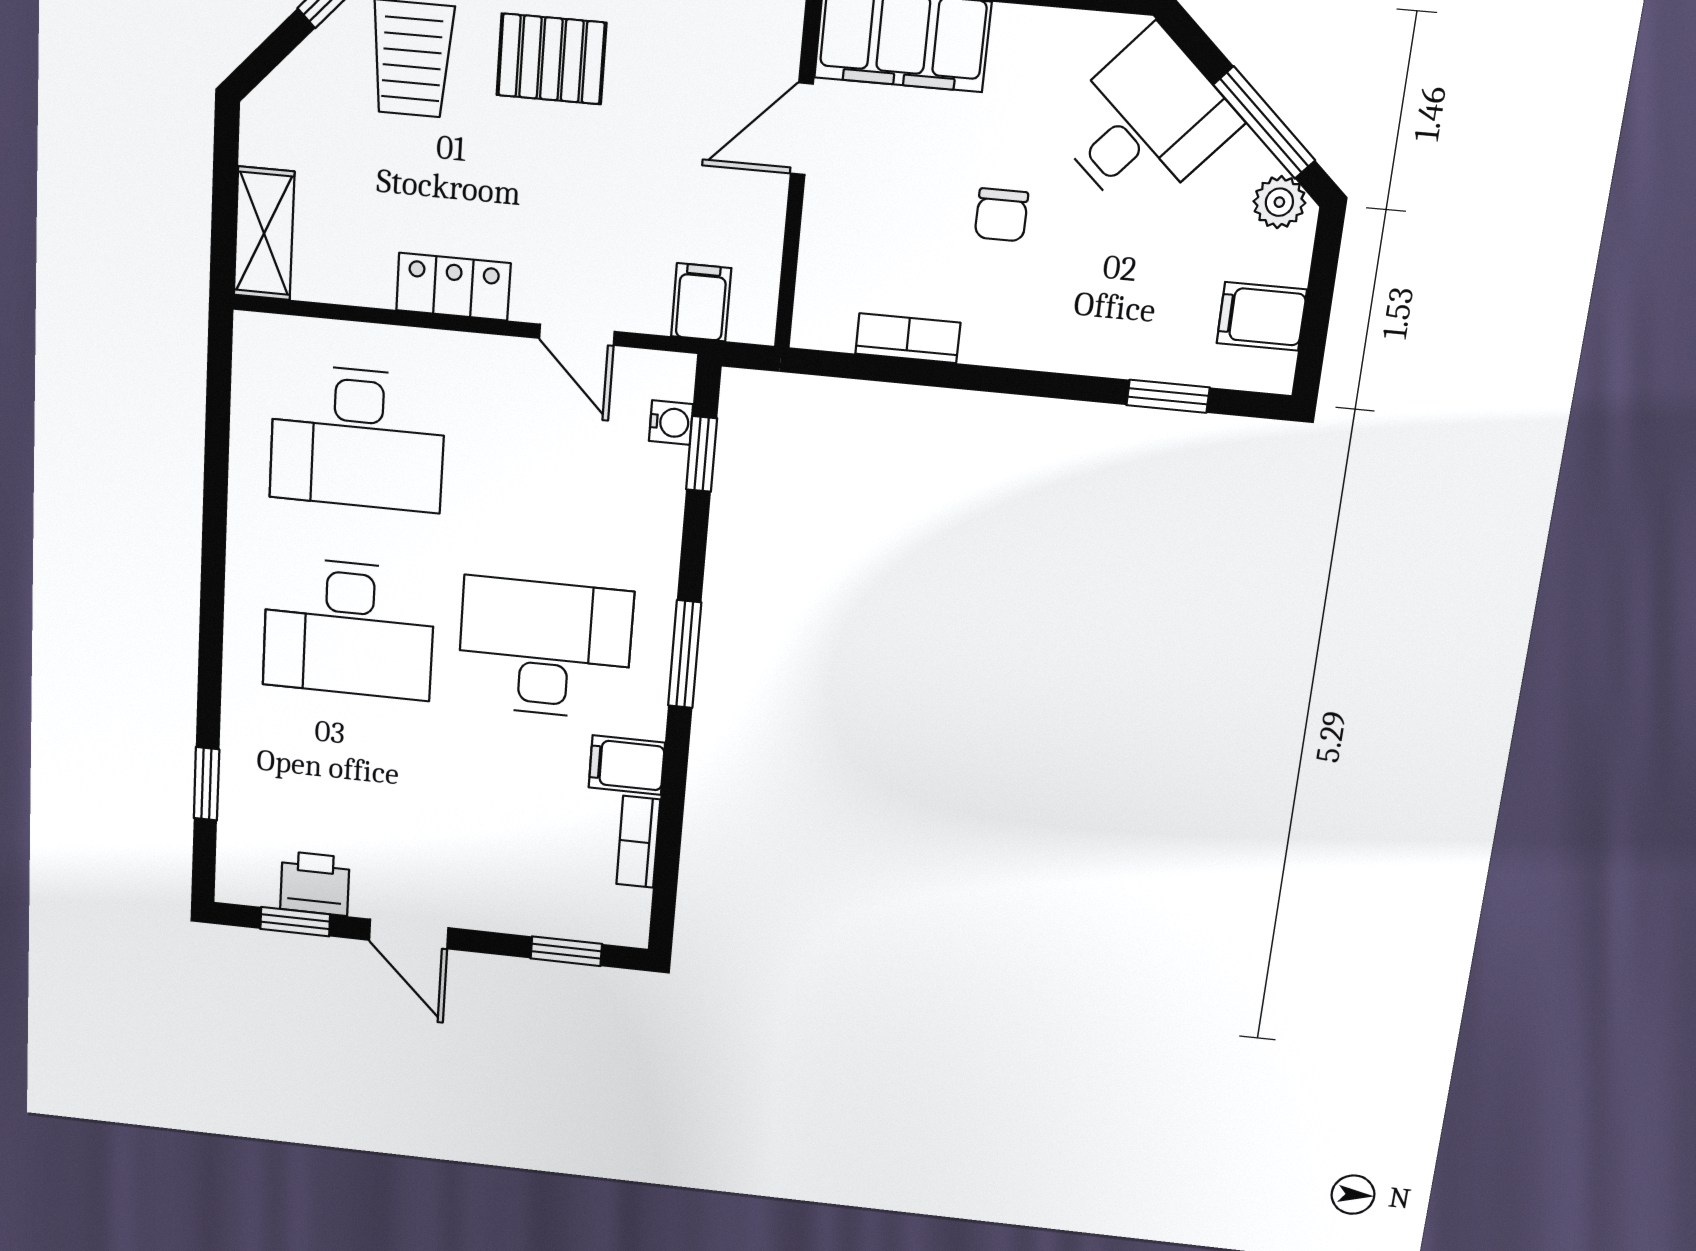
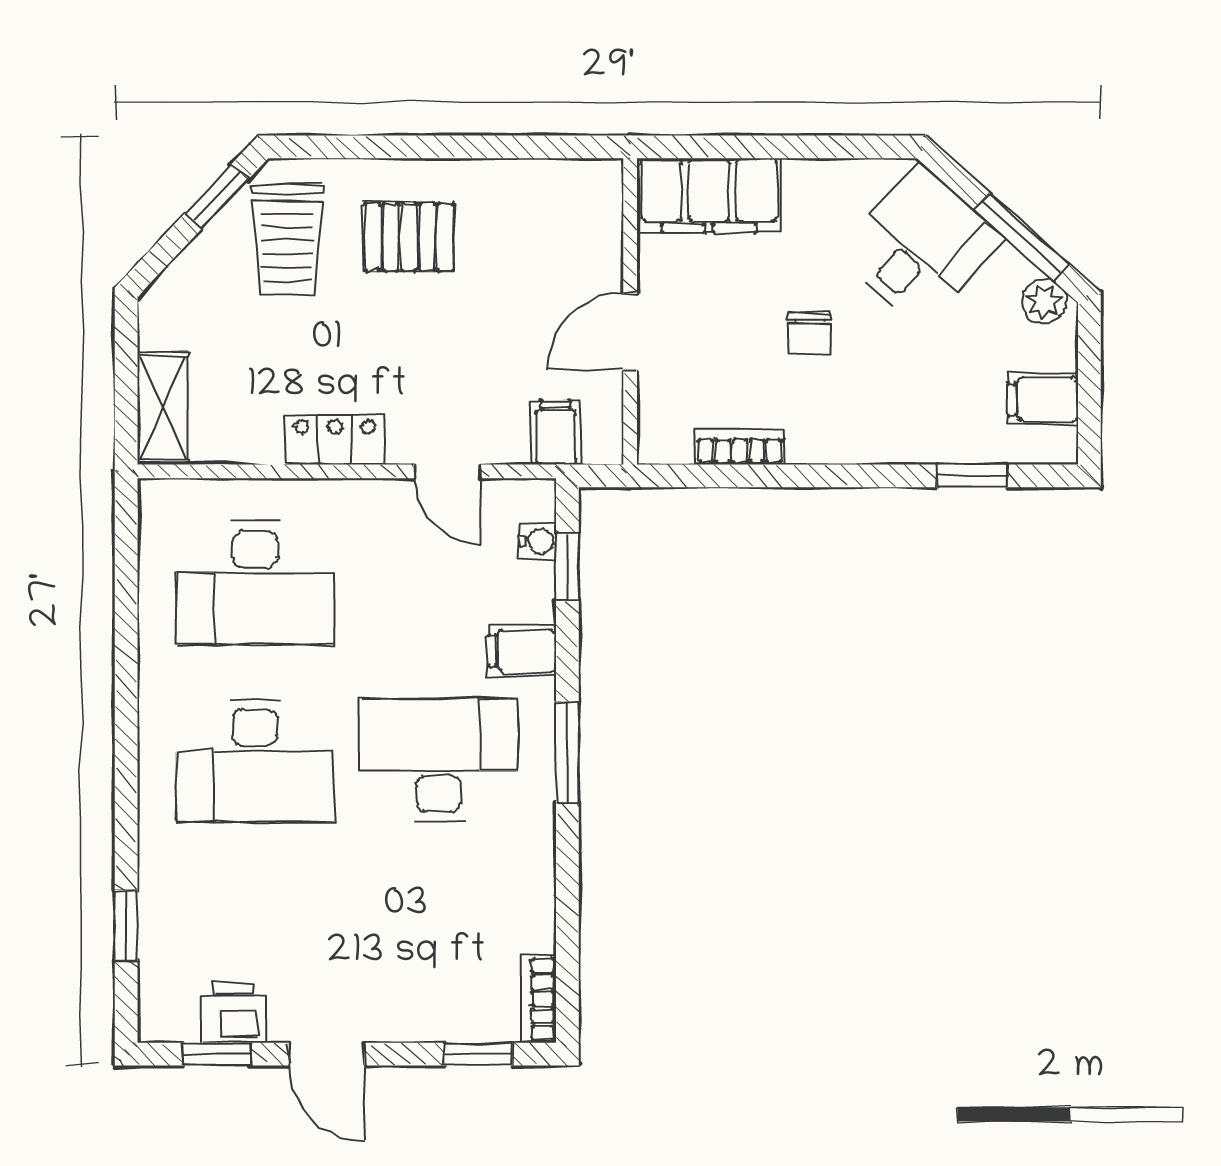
door: (802, 129) -> (630, 332), moved
filing cabinet: (627, 765) -> (522, 651), moved
bookcase: (638, 842) -> (539, 999), moved

